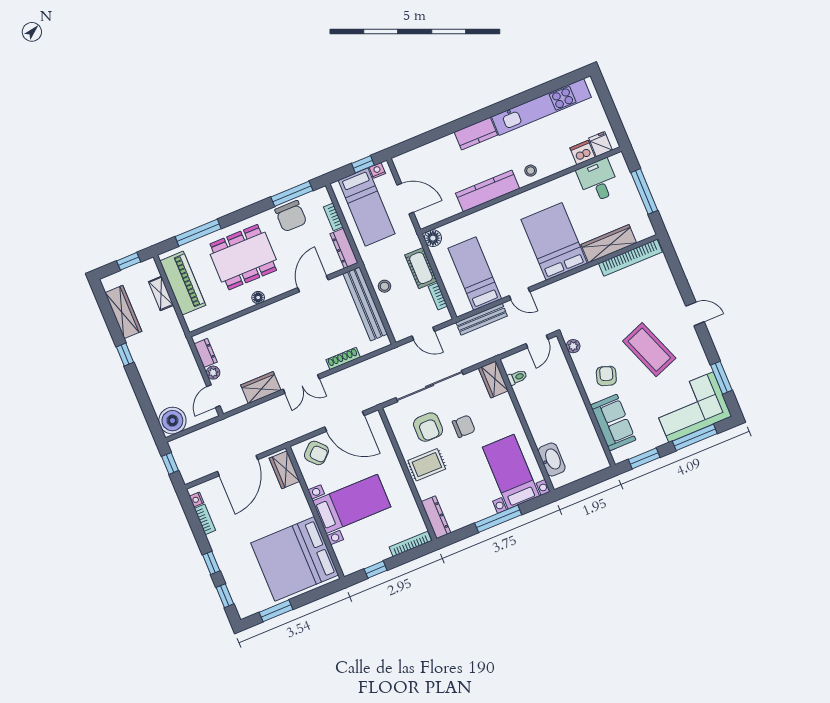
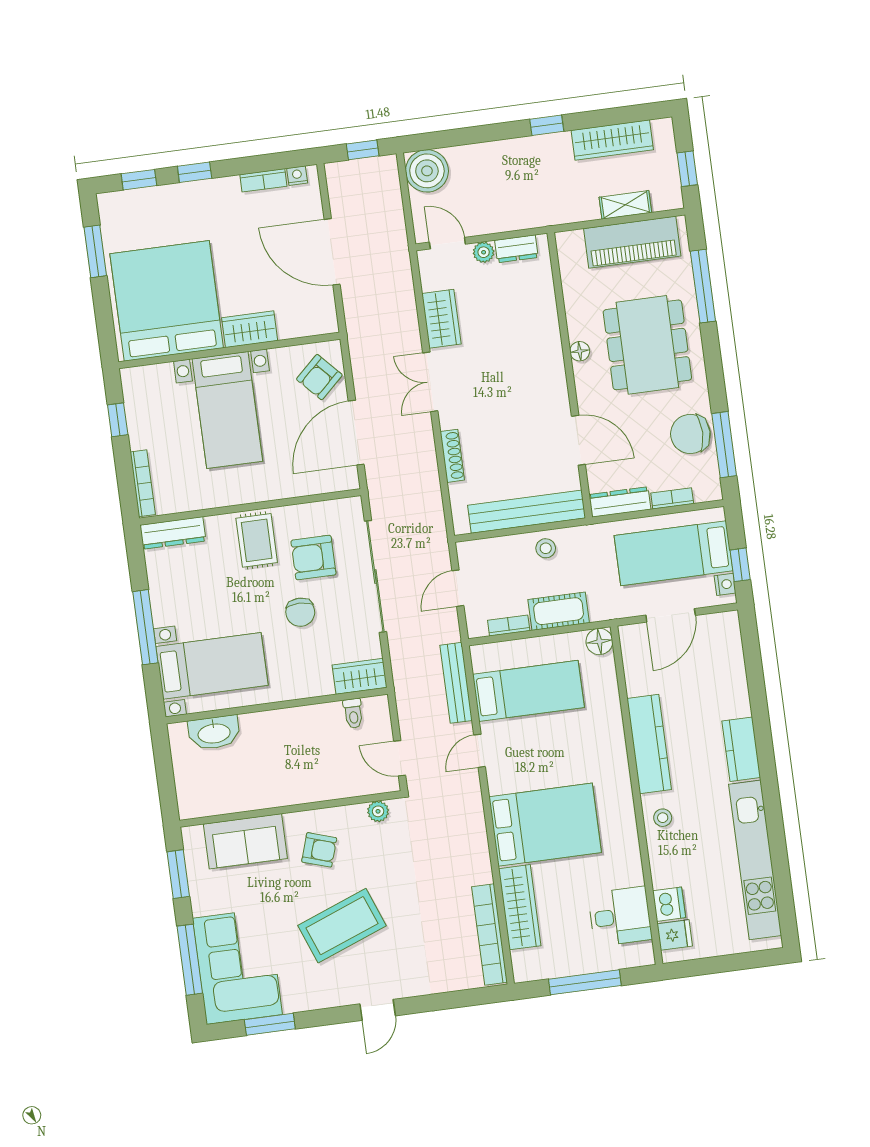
wardrobe: (284, 470) -> (250, 329), moved

